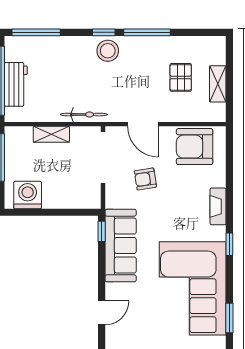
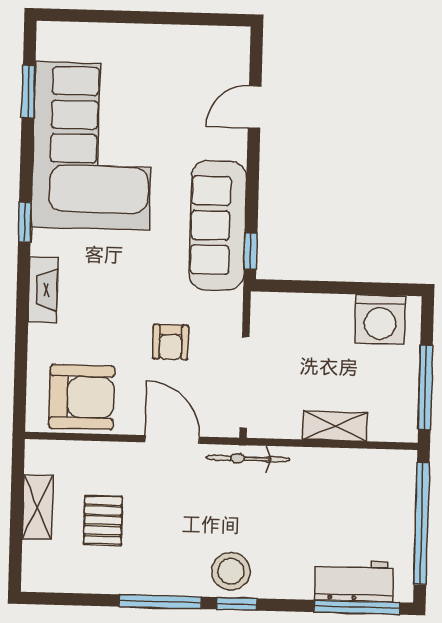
workbench: (16, 84) -> (354, 581), moved, turned 90
bicycle: (84, 115) -> (248, 459), moved
armchair: (145, 179) -> (170, 342), turned 99

